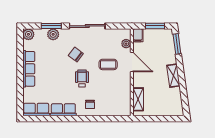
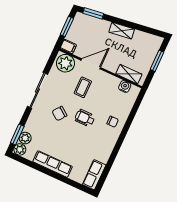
window: (51, 26) -> (17, 135), moved
plant: (53, 34) -> (25, 138), moved
plant: (126, 44) -> (65, 63), width x1.88, depth x1.88
water cooler: (126, 101) -> (125, 86), added
row of seats: (63, 110) -> (106, 149), removed
window: (161, 119) -> (157, 61), added

